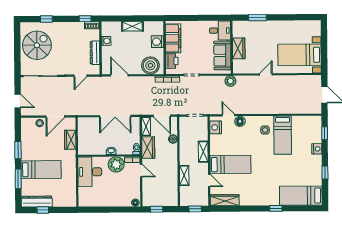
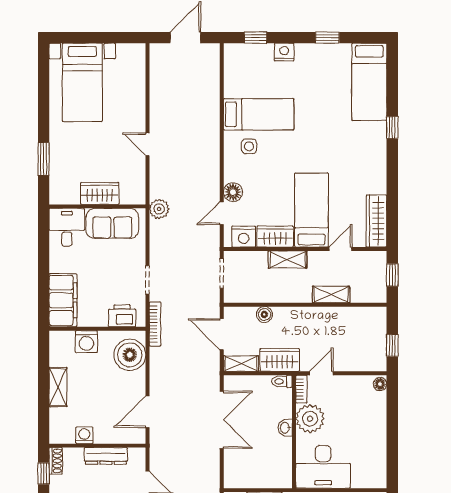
filing cabinet: (173, 38) -> (63, 300), moved, turned 90
bed with nightstands: (300, 55) -> (82, 82), moved
door: (162, 116) -> (222, 334), swing flipped
wardrobe: (216, 145) -> (275, 237), added

